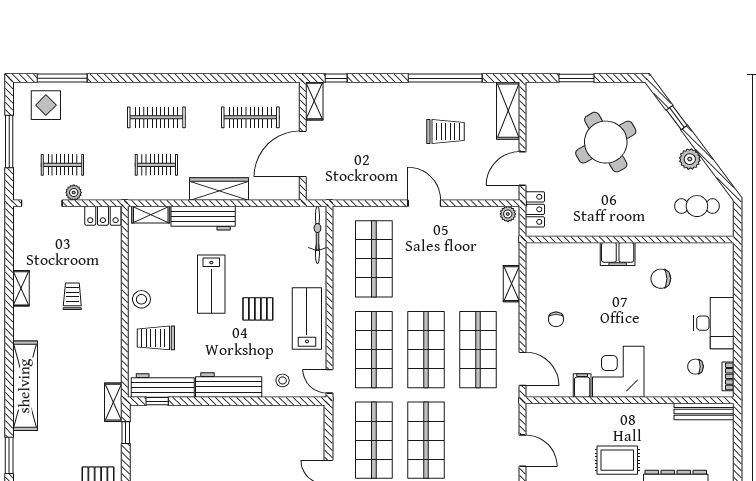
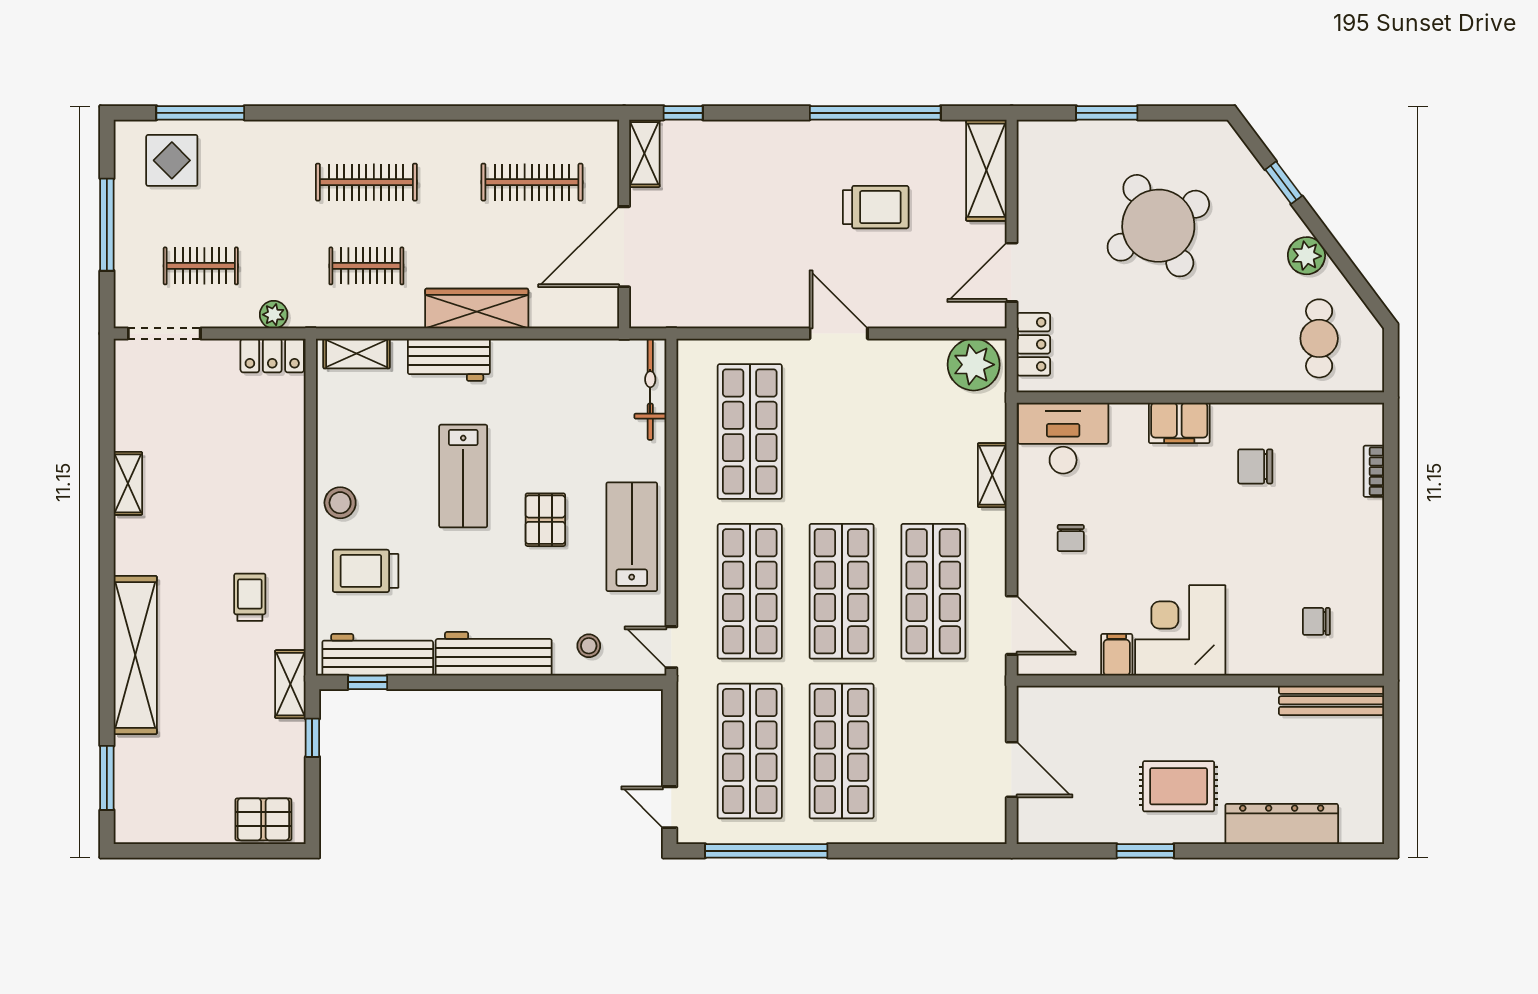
plant: (74, 193) -> (274, 315), moved
cafe table: (697, 206) -> (1319, 338), turned 90
plant: (508, 214) -> (974, 365), width x1.88, depth x1.88
workbench: (203, 218) -> (449, 360), width x0.73
trolley: (72, 296) -> (250, 597), moved
pallet: (258, 309) -> (545, 520), turned 90
desk: (714, 323) -> (1063, 438), moved, turned -90
bookcase: (728, 376) -> (1374, 471), moved

